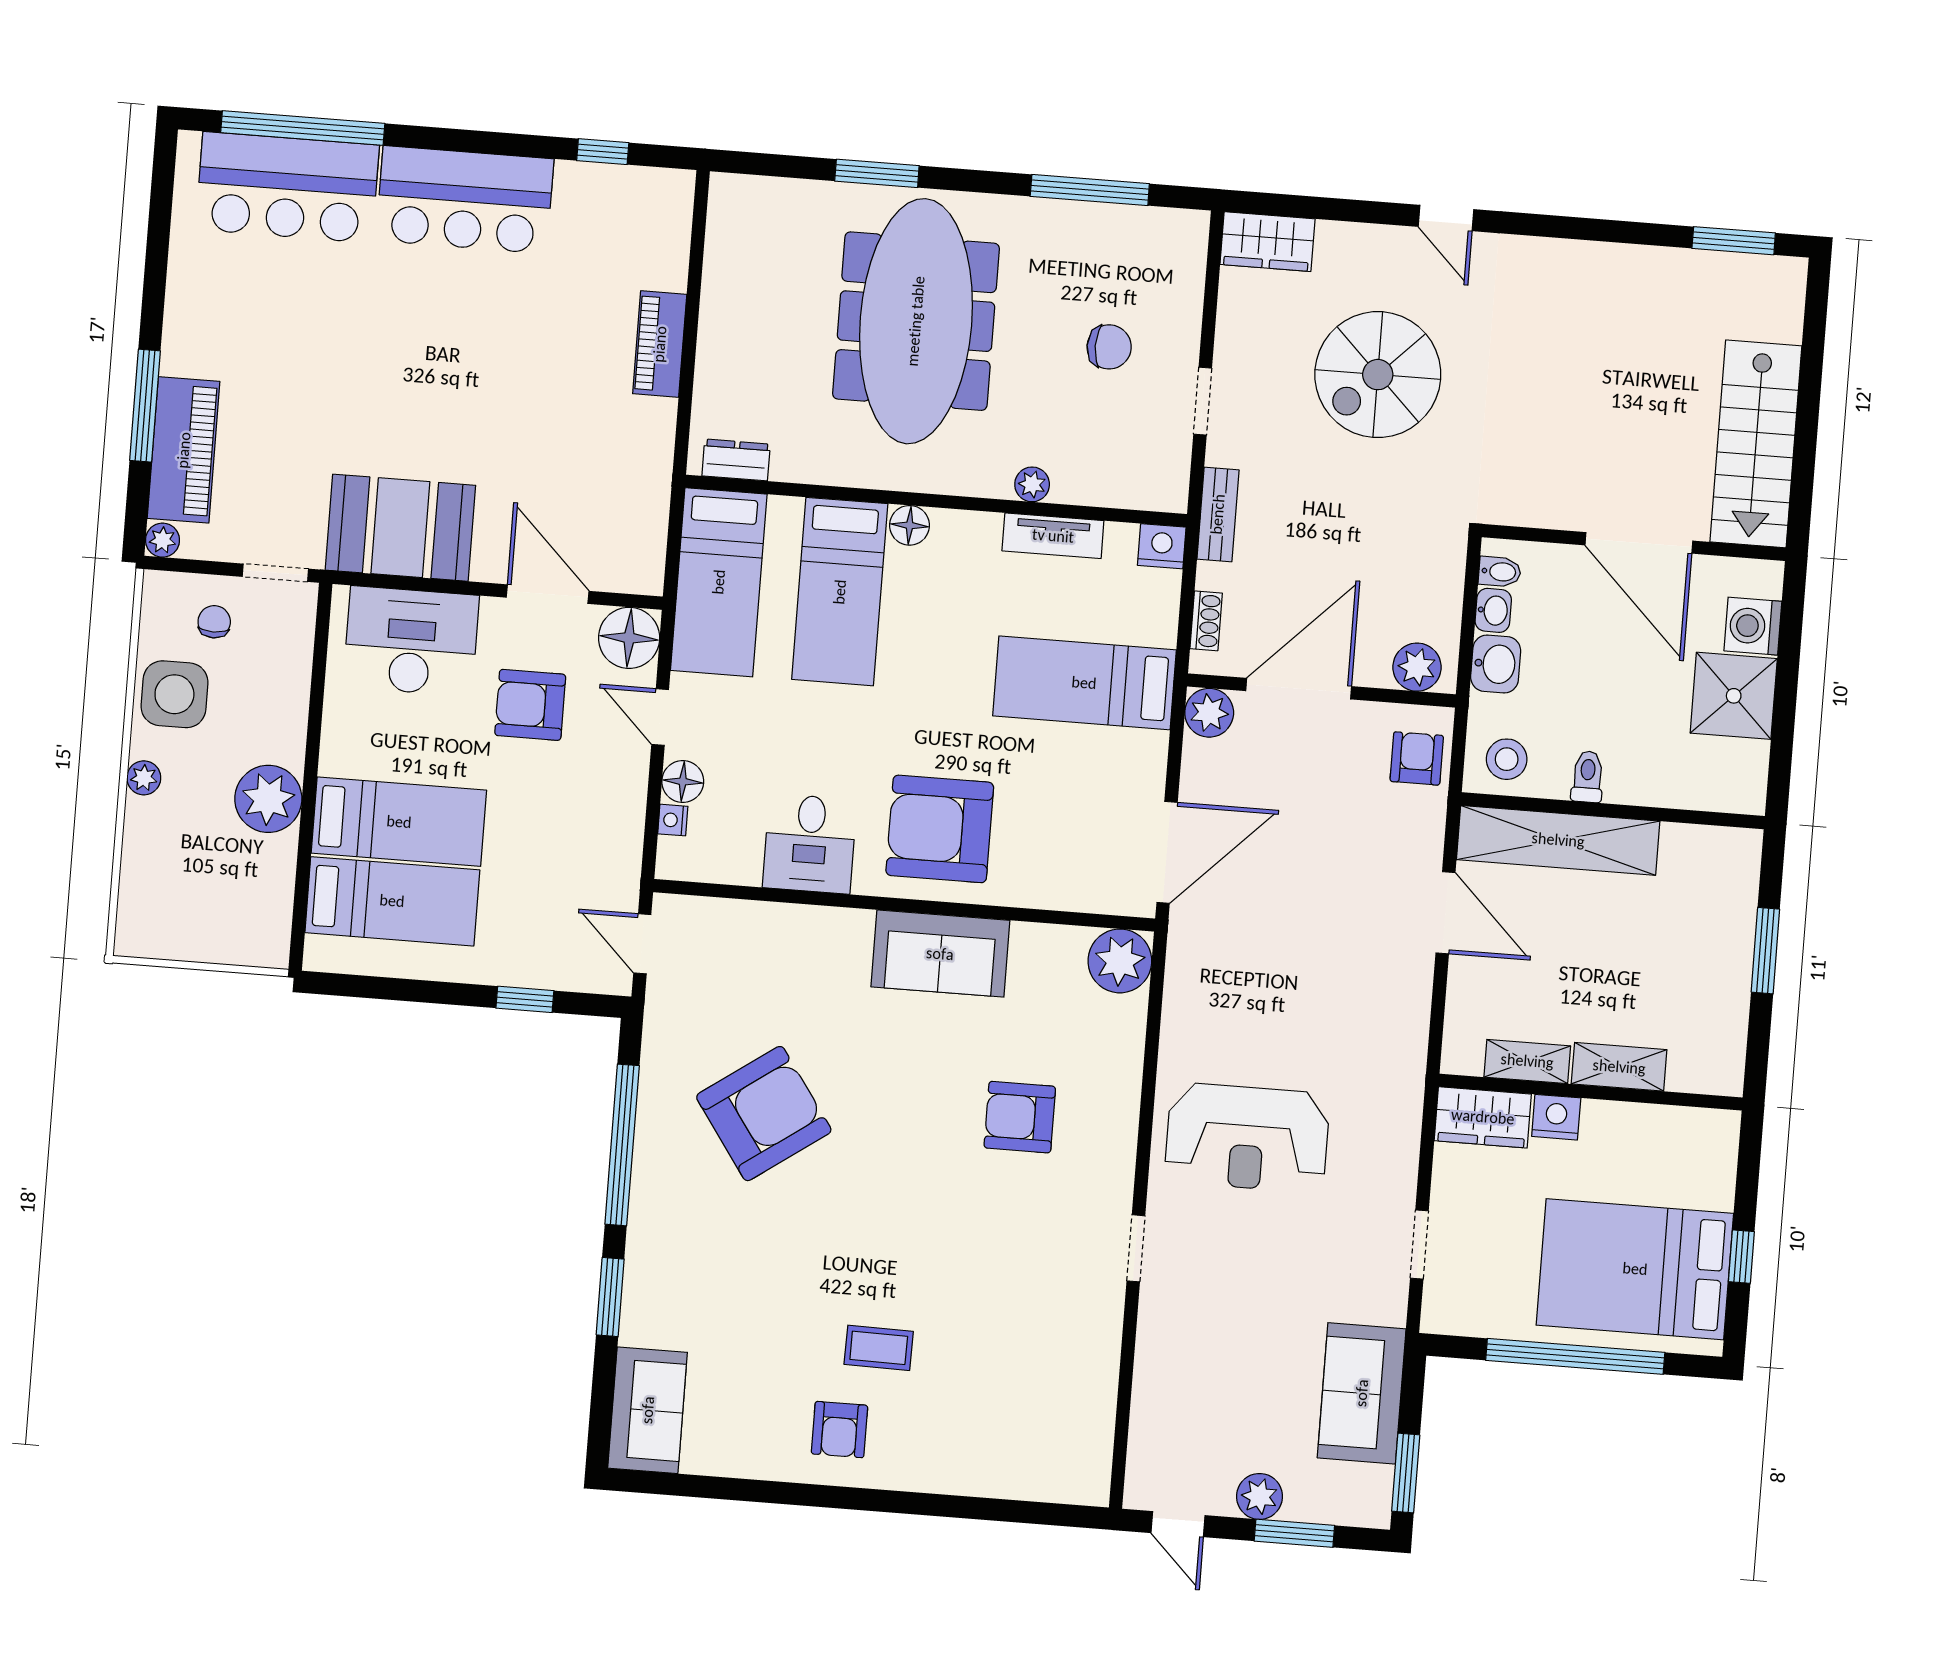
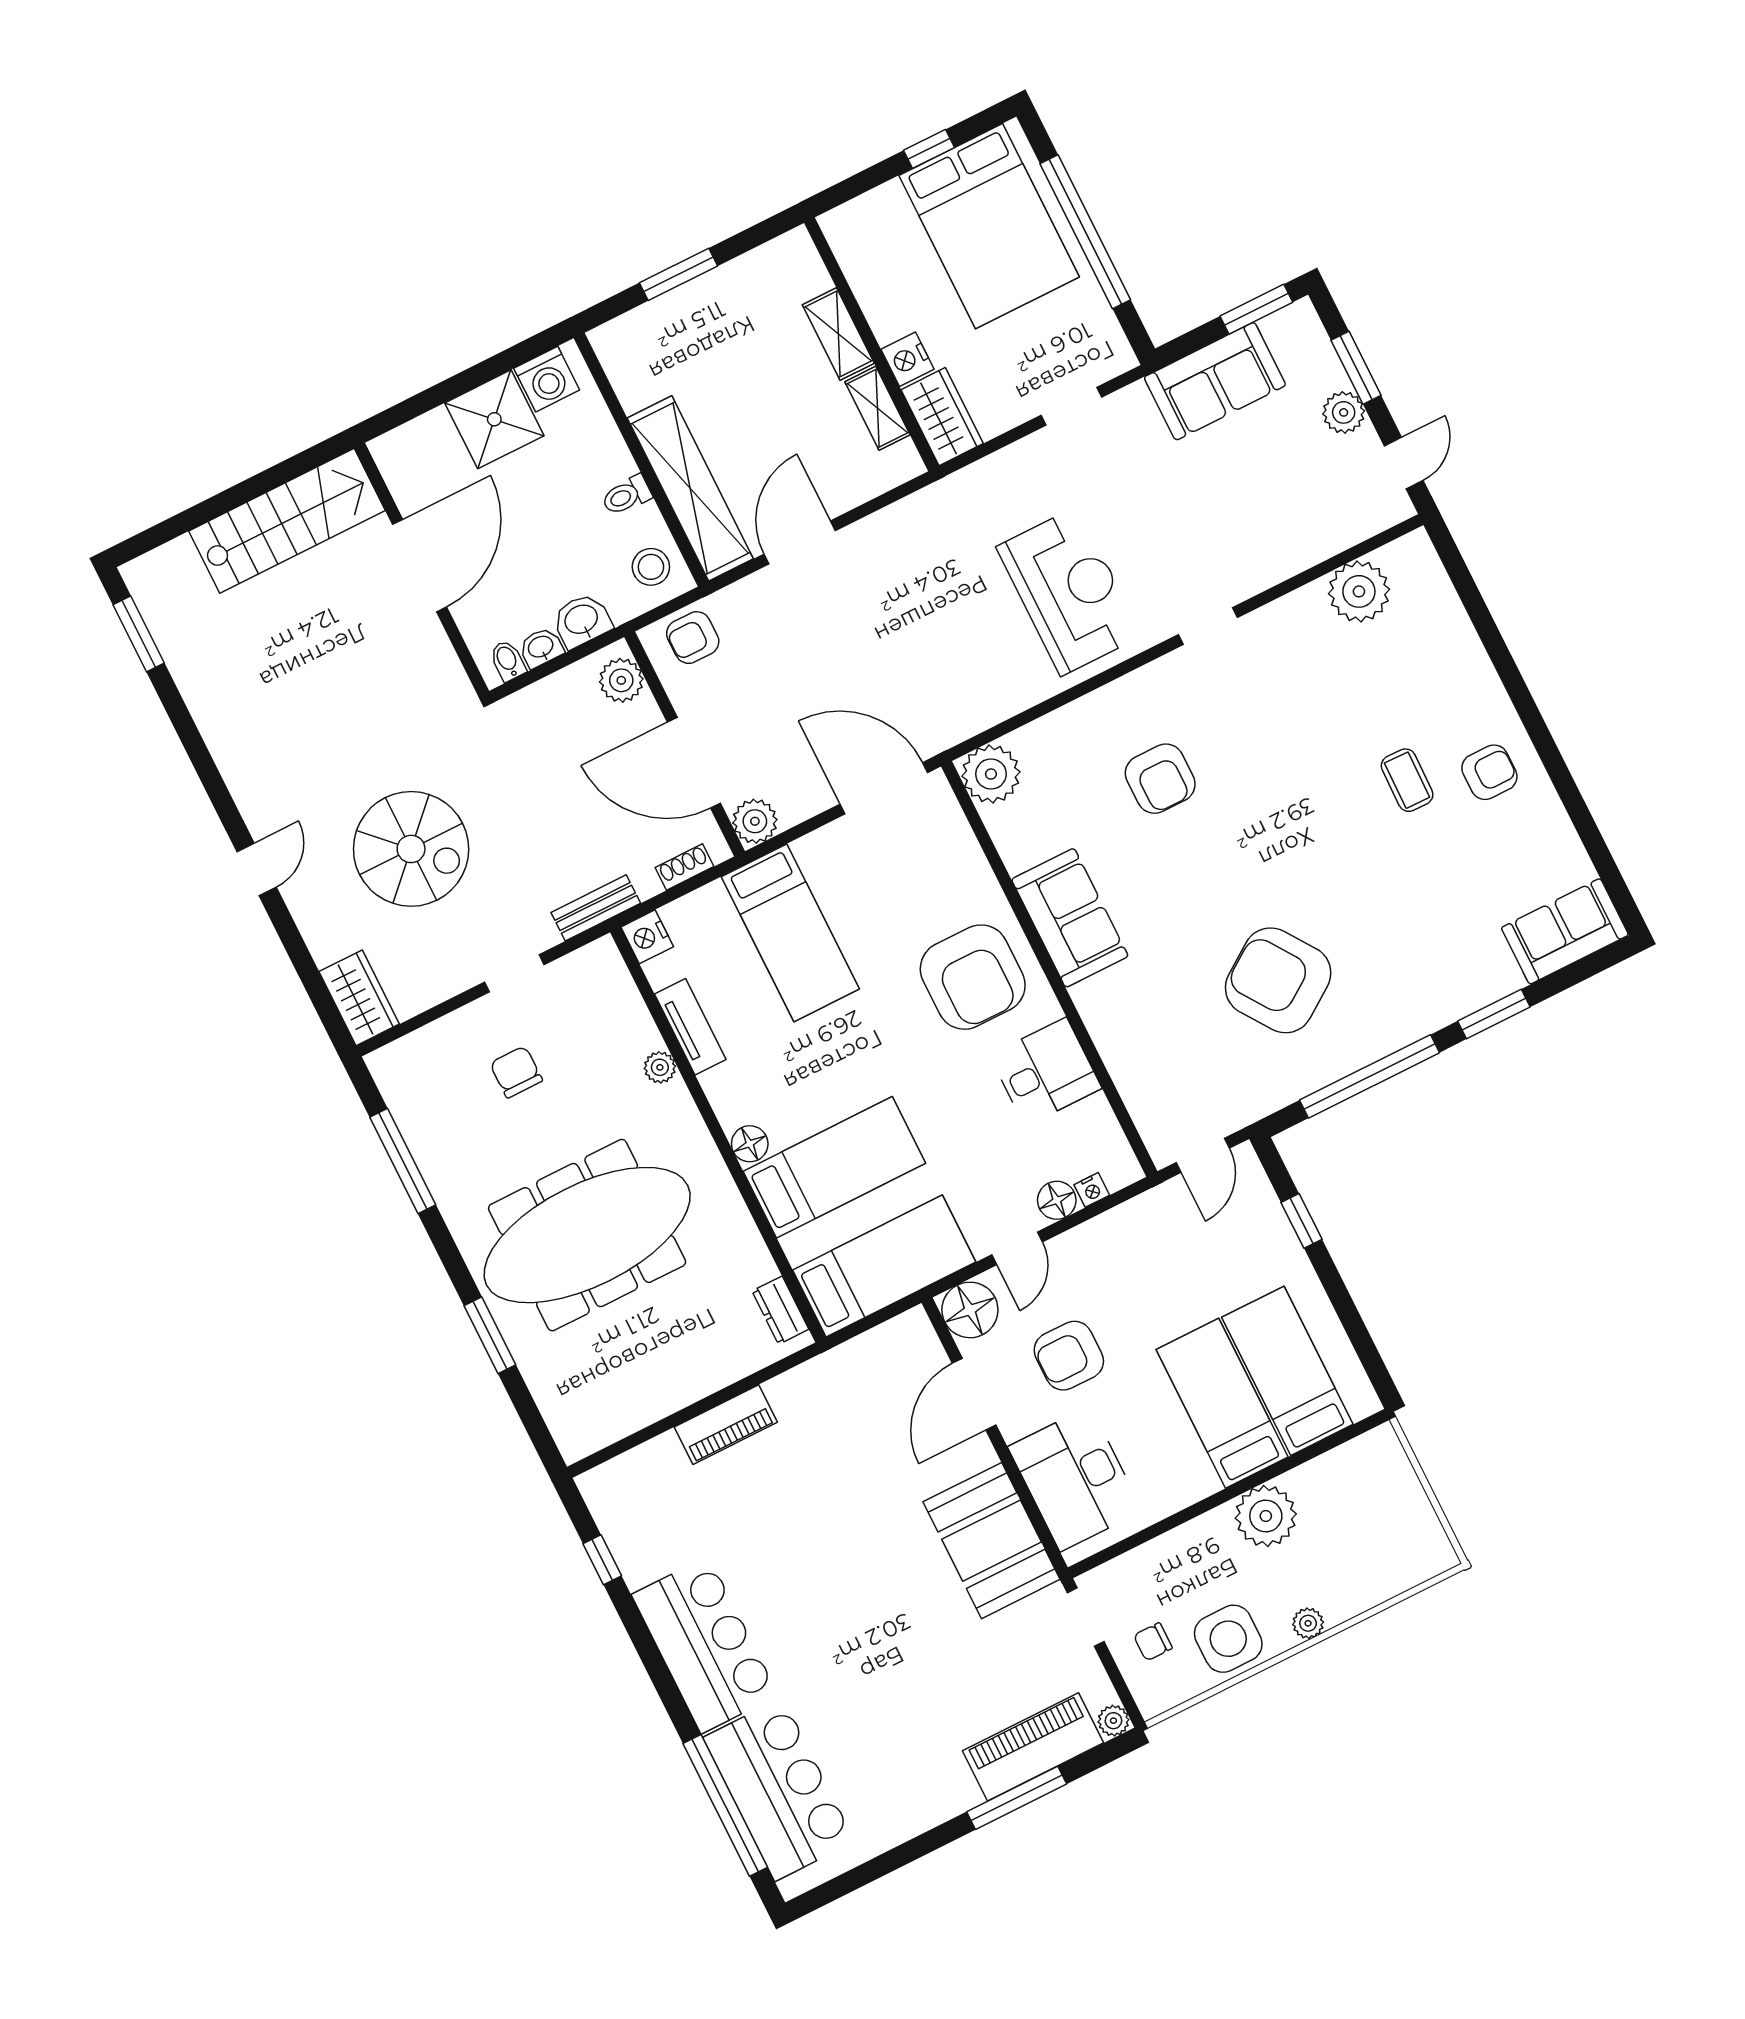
washing machine: (1753, 626) -> (547, 379), moved
armchair: (530, 705) -> (1069, 1356), turned 90
plant: (1083, 1409) -> (1359, 591), added

